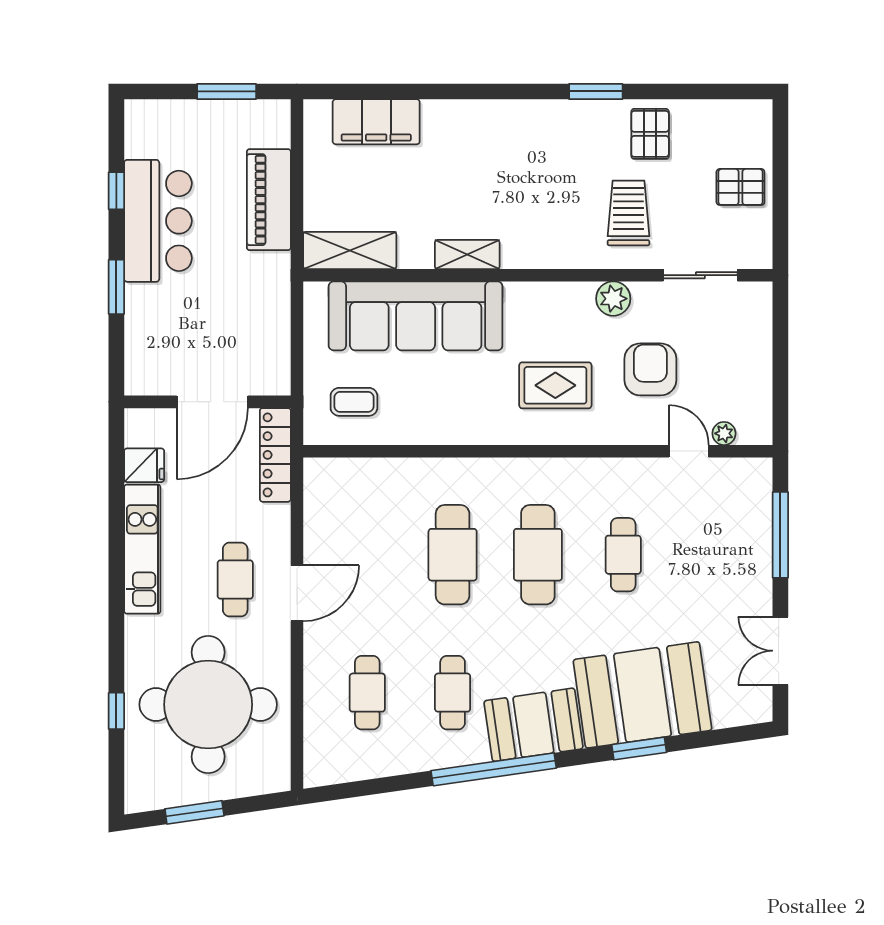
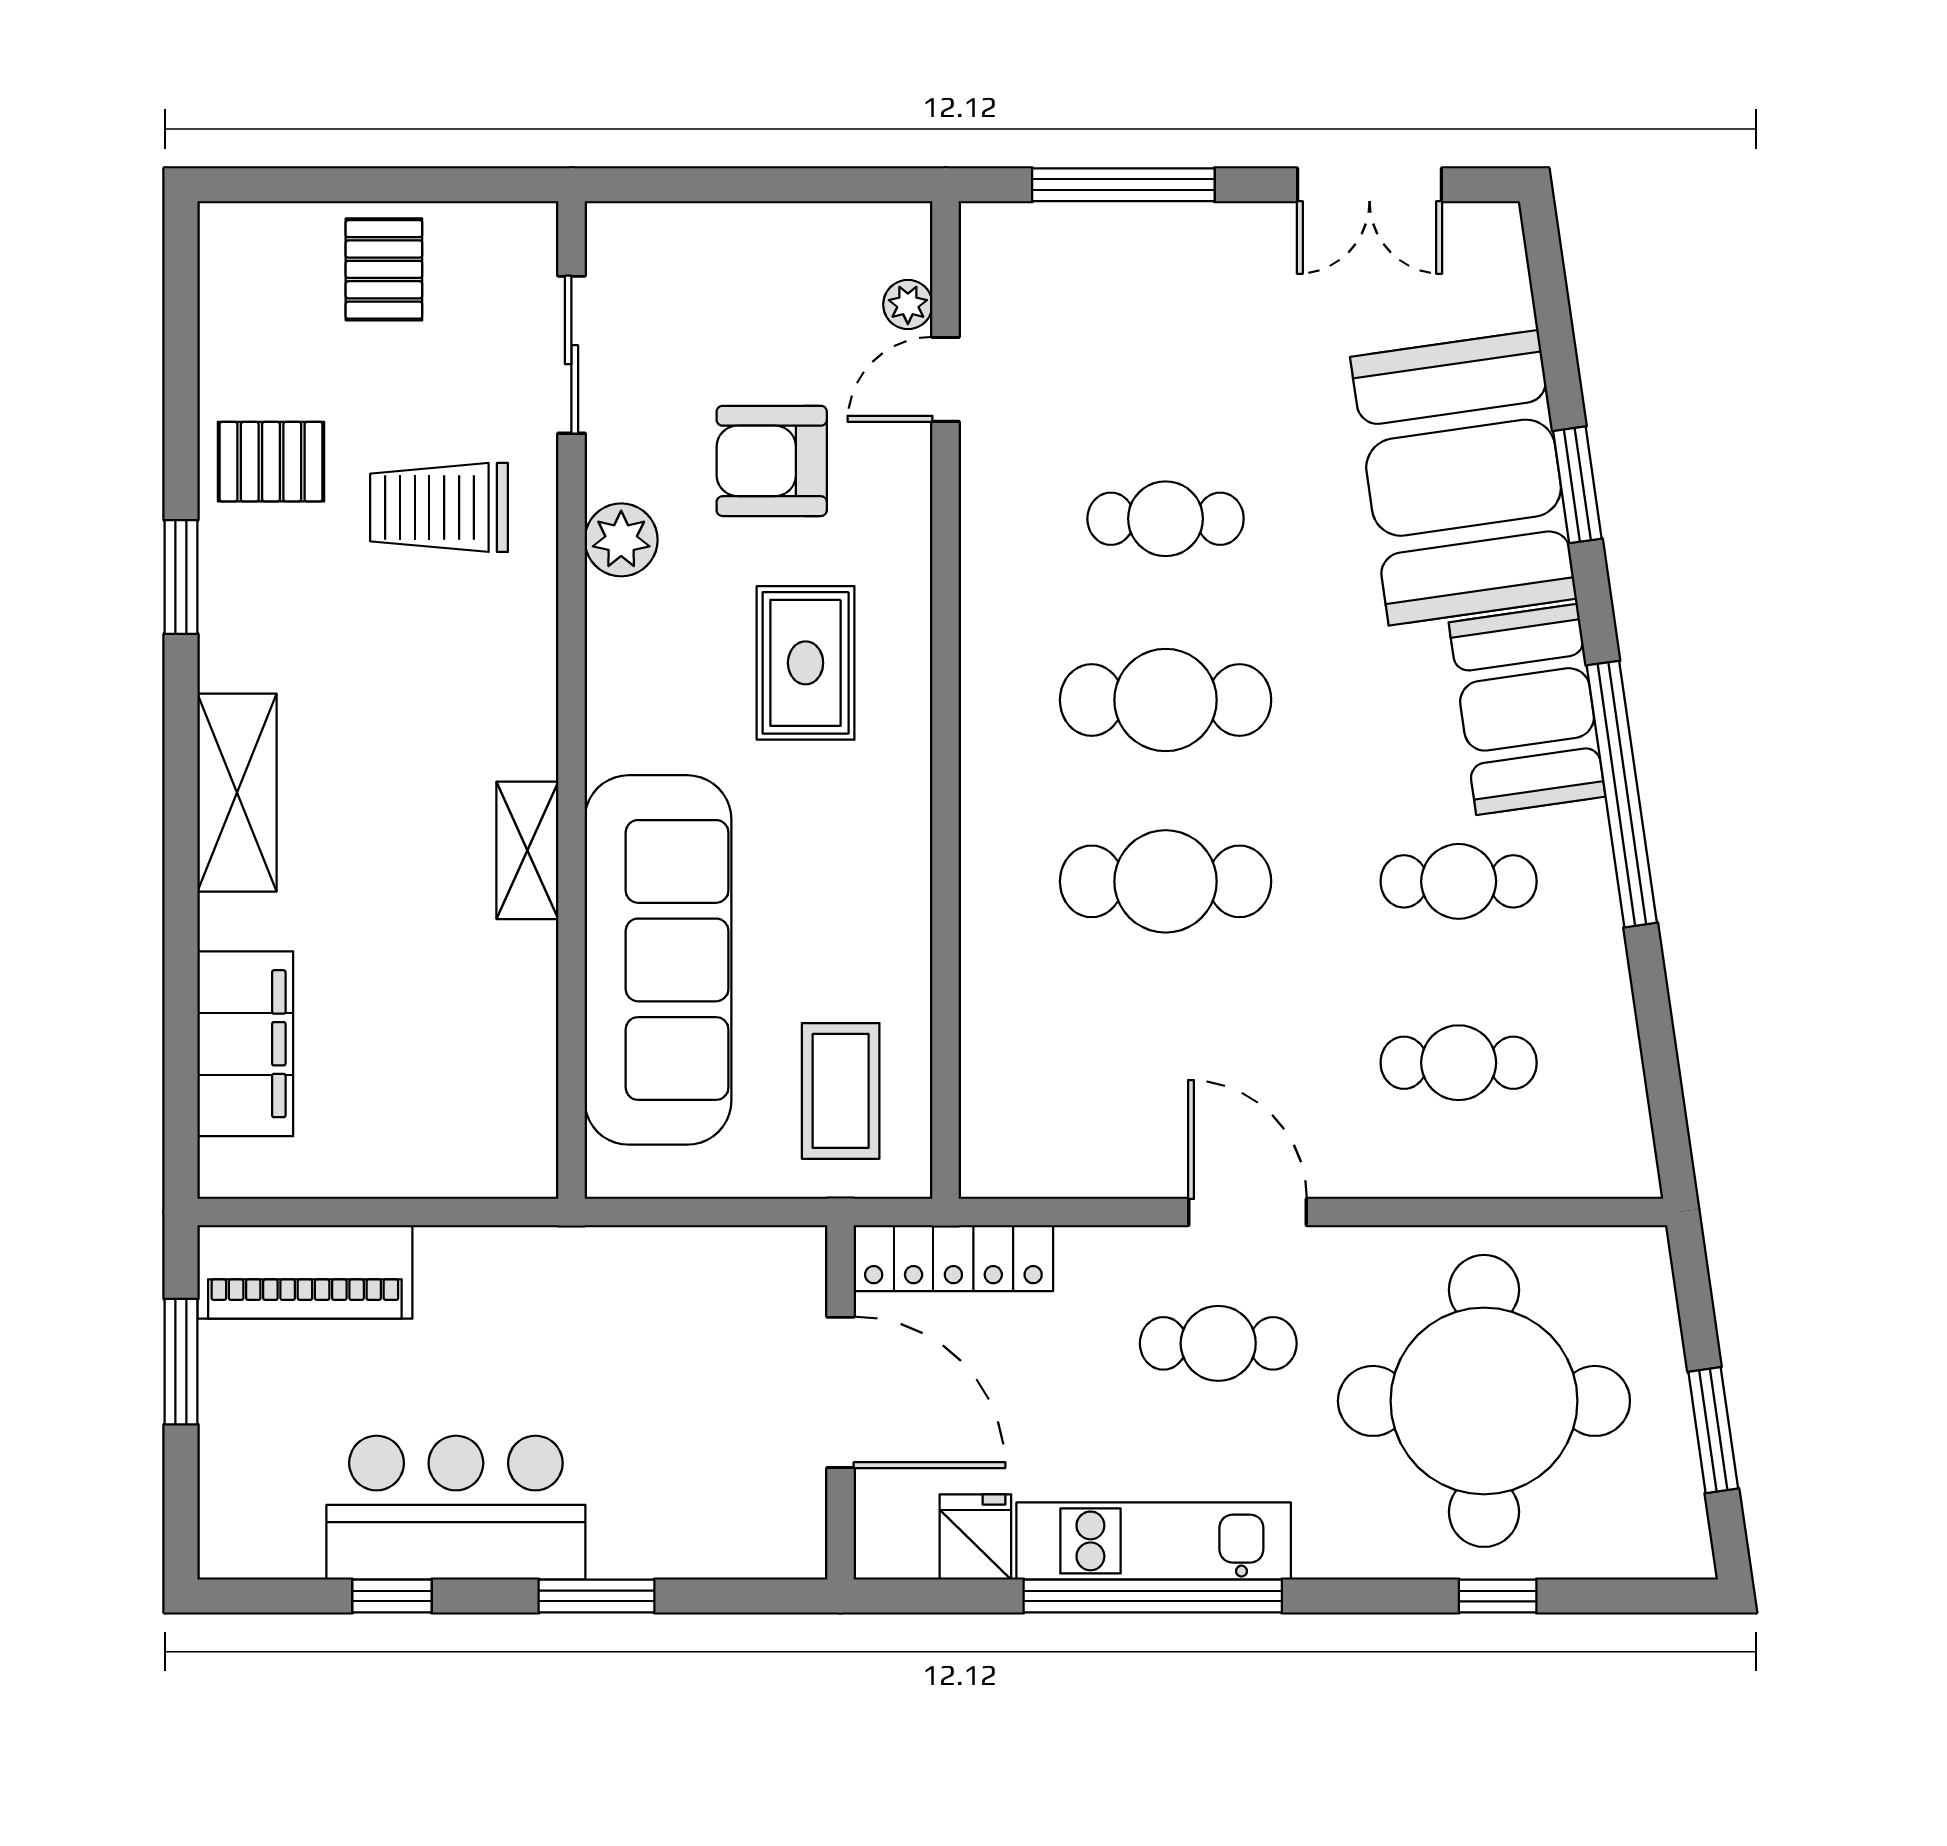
piano: (269, 200) -> (305, 1272), moved
shelving: (350, 250) -> (237, 793), moved
coffee table: (354, 402) -> (841, 1091), width x1.36, depth x1.30
window: (116, 549) -> (1153, 1596), added

